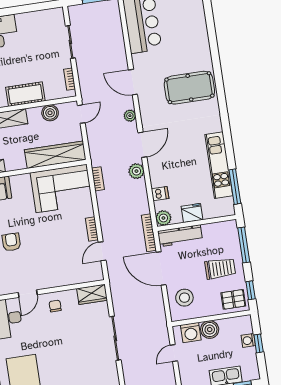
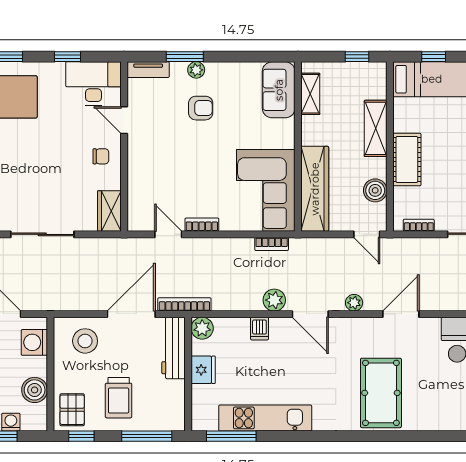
dishwasher: (160, 194) -> (259, 329), moved
boiler: (210, 330) -> (35, 390), moved

